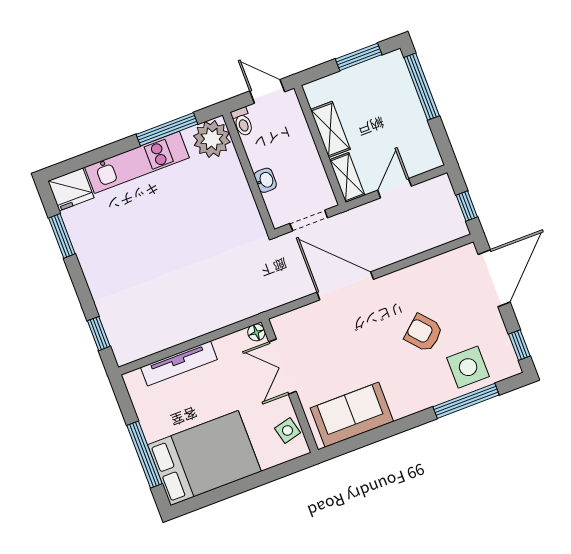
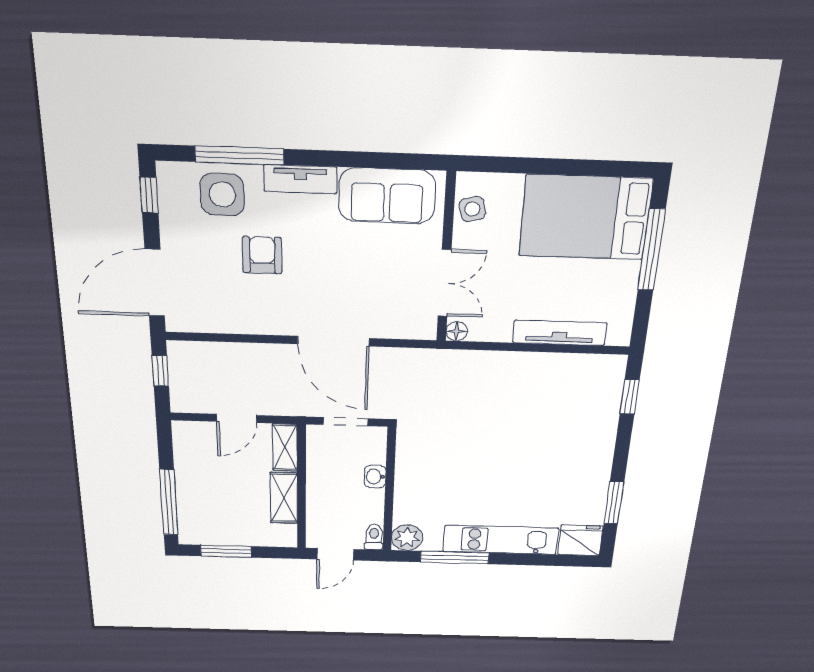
door: (267, 91) -> (335, 554), hinge flipped
plant: (212, 139) -> (407, 538), width x0.73, depth x0.73
armchair: (424, 333) -> (262, 255), turned -139
tv unit: (418, 401) -> (300, 179), added

